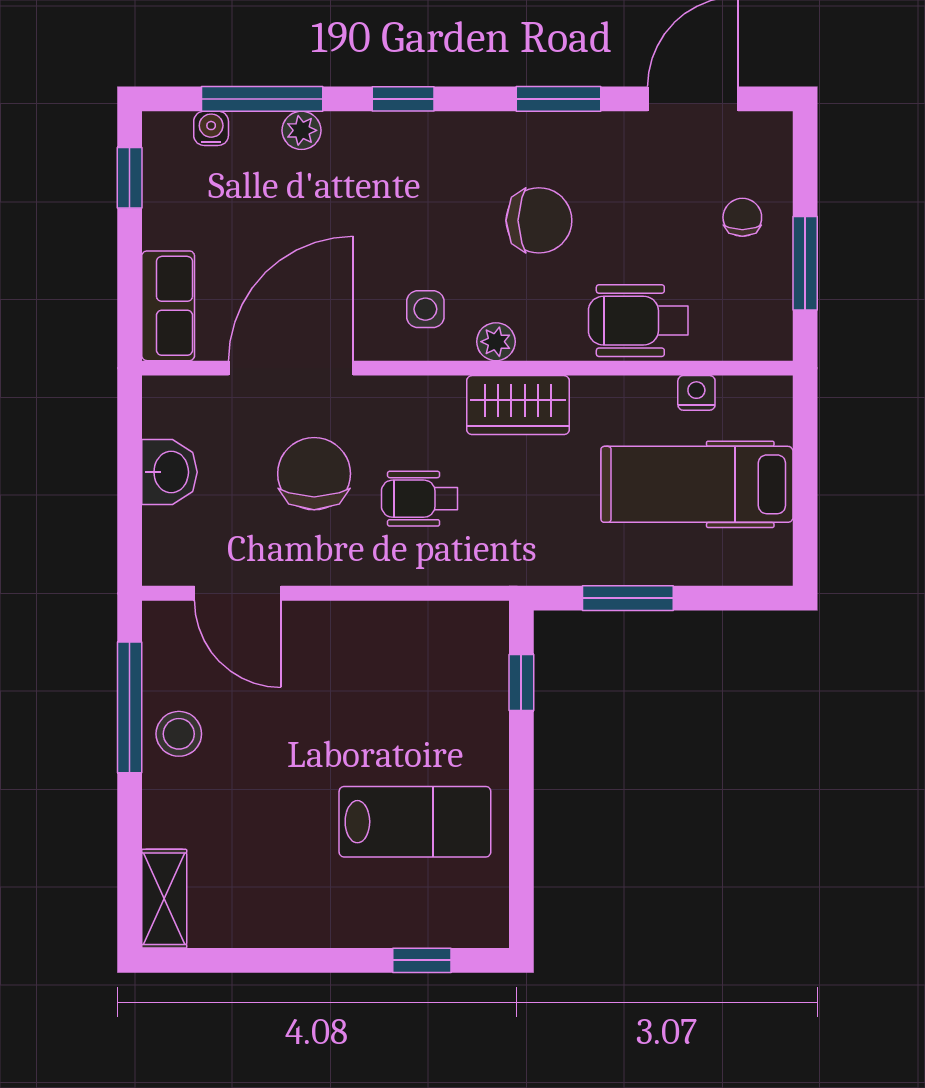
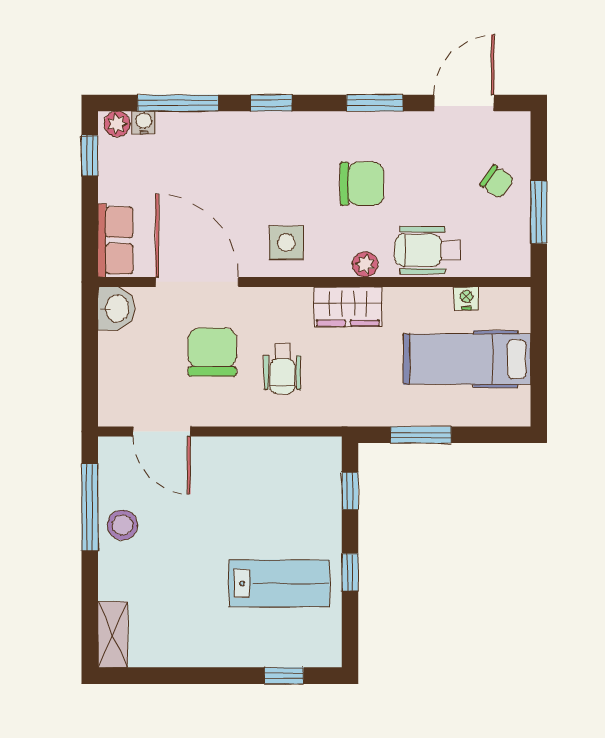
plant: (301, 130) -> (117, 124), moved
chair: (742, 217) -> (497, 182), turned 125
side table: (425, 309) -> (286, 243), width x1.37, depth x1.37
plant: (496, 342) -> (365, 264), moved
door: (291, 368) -> (197, 282), hinge flipped
washbasin: (170, 472) -> (116, 308), moved
wheelchair: (420, 499) -> (282, 369), turned -90
window: (521, 805) -> (350, 572), added

